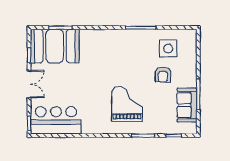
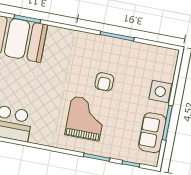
side table: (168, 49) -> (160, 92), moved
armchair: (163, 75) -> (104, 82), moved

